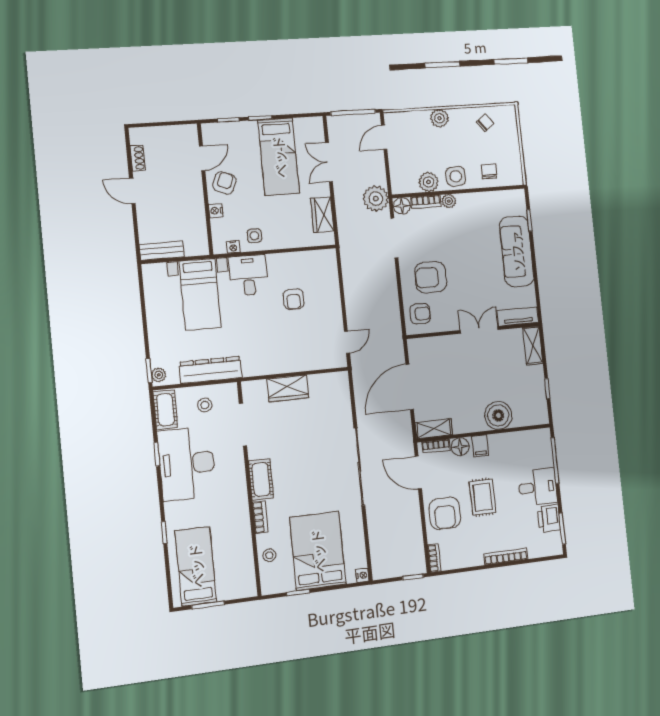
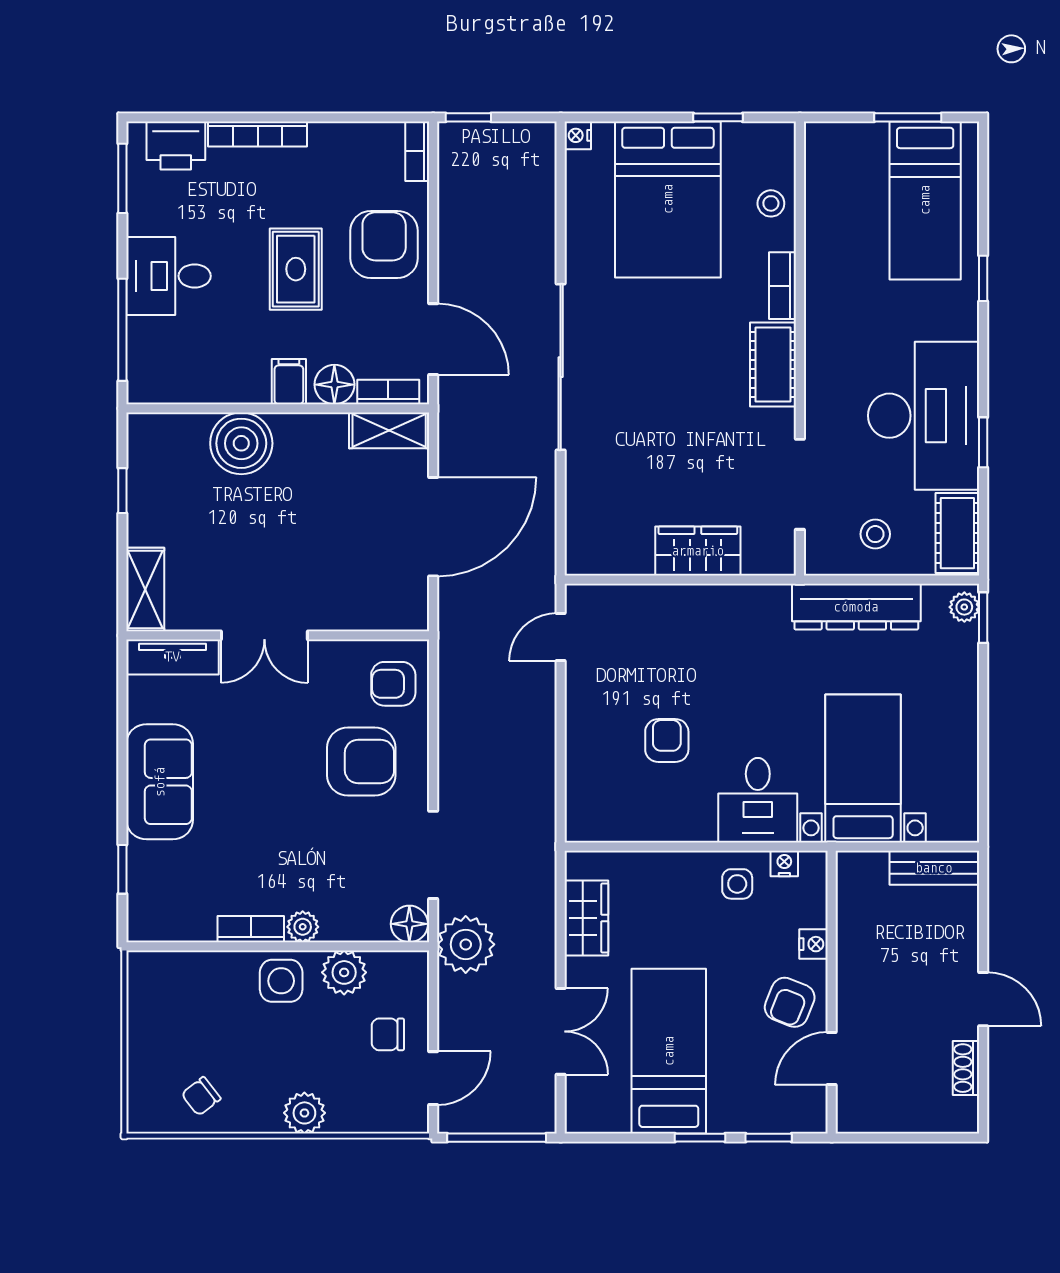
chair: (489, 171) -> (388, 1034), moved, turned 90
bookcase: (426, 202) -> (251, 929), moved
sofa: (517, 251) -> (160, 782), width x0.73
printer: (549, 518) -> (176, 146), moved, turned 90

